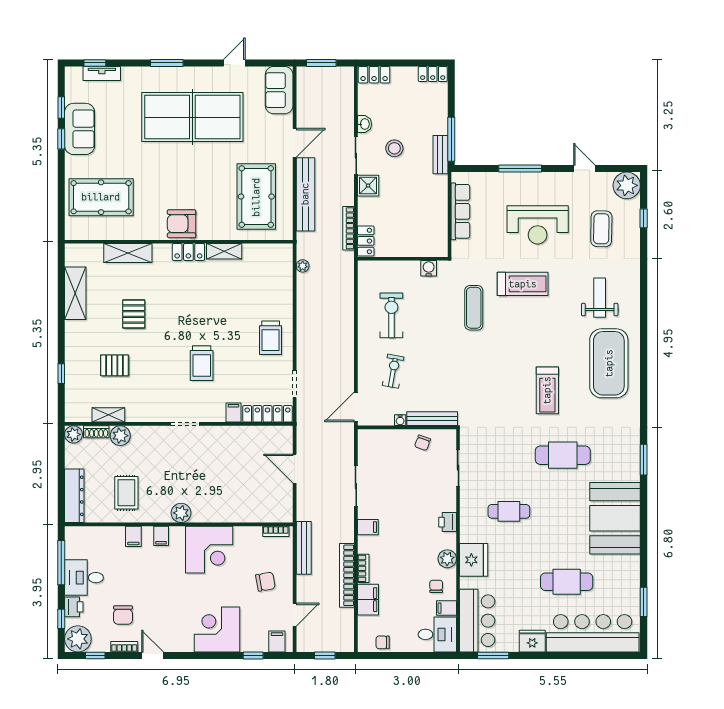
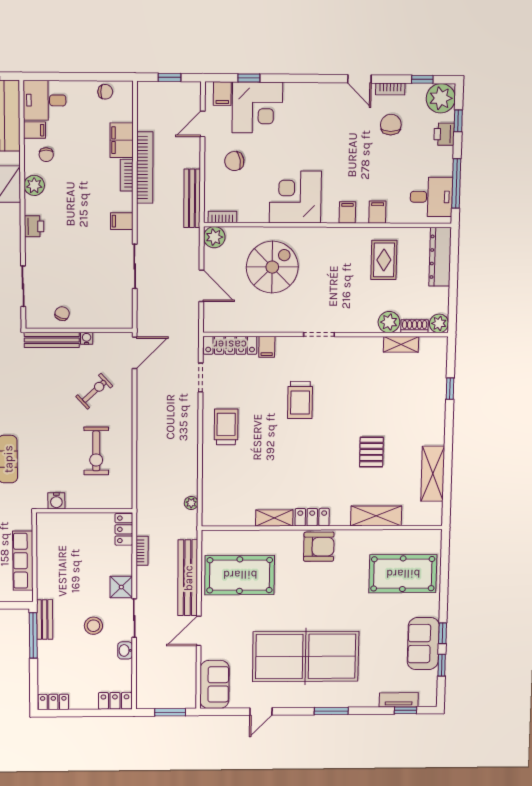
pool table: (256, 197) -> (240, 575), turned 90
bookcase: (349, 228) -> (142, 551), width x0.64
trolley: (202, 363) -> (300, 400), turned 180
pallet: (115, 365) -> (393, 397), removed
exercise bike: (393, 371) -> (94, 391), turned -143
spiral stairs: (229, 486) -> (272, 267), added
plant: (181, 513) -> (214, 237), moved
desk: (84, 578) -> (431, 197), moved
corner desk: (217, 629) -> (257, 107), moved

